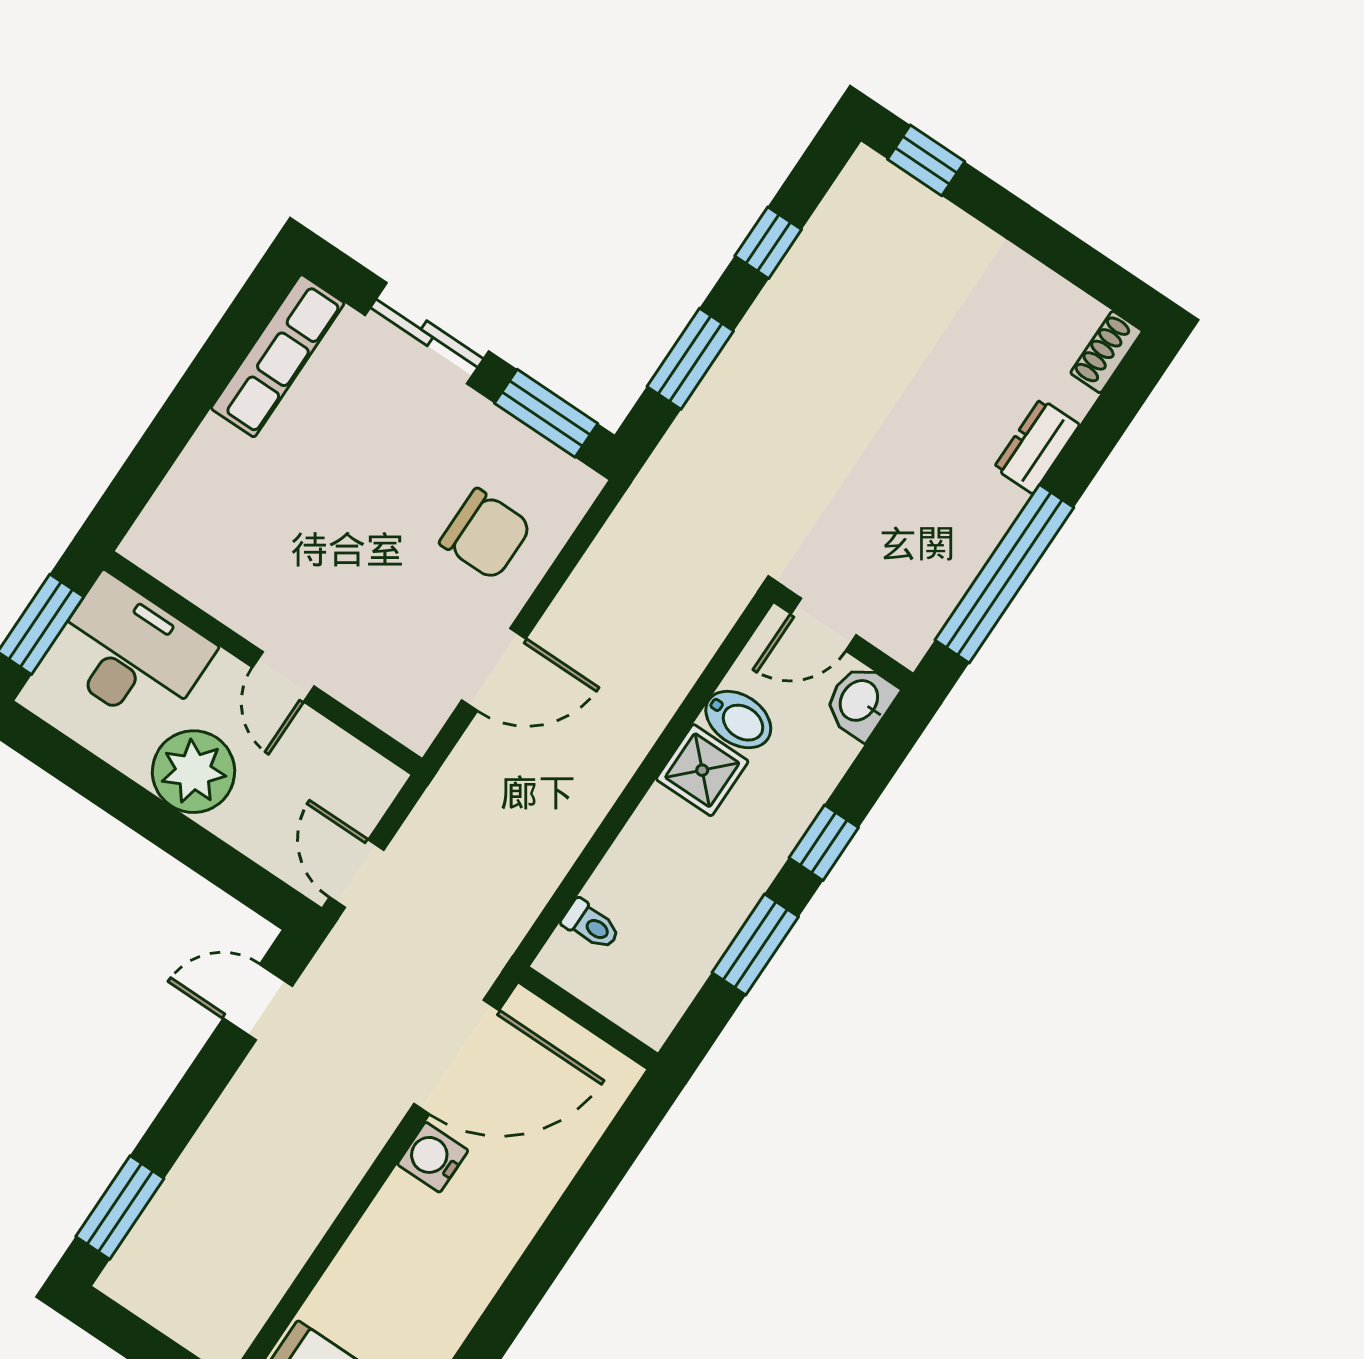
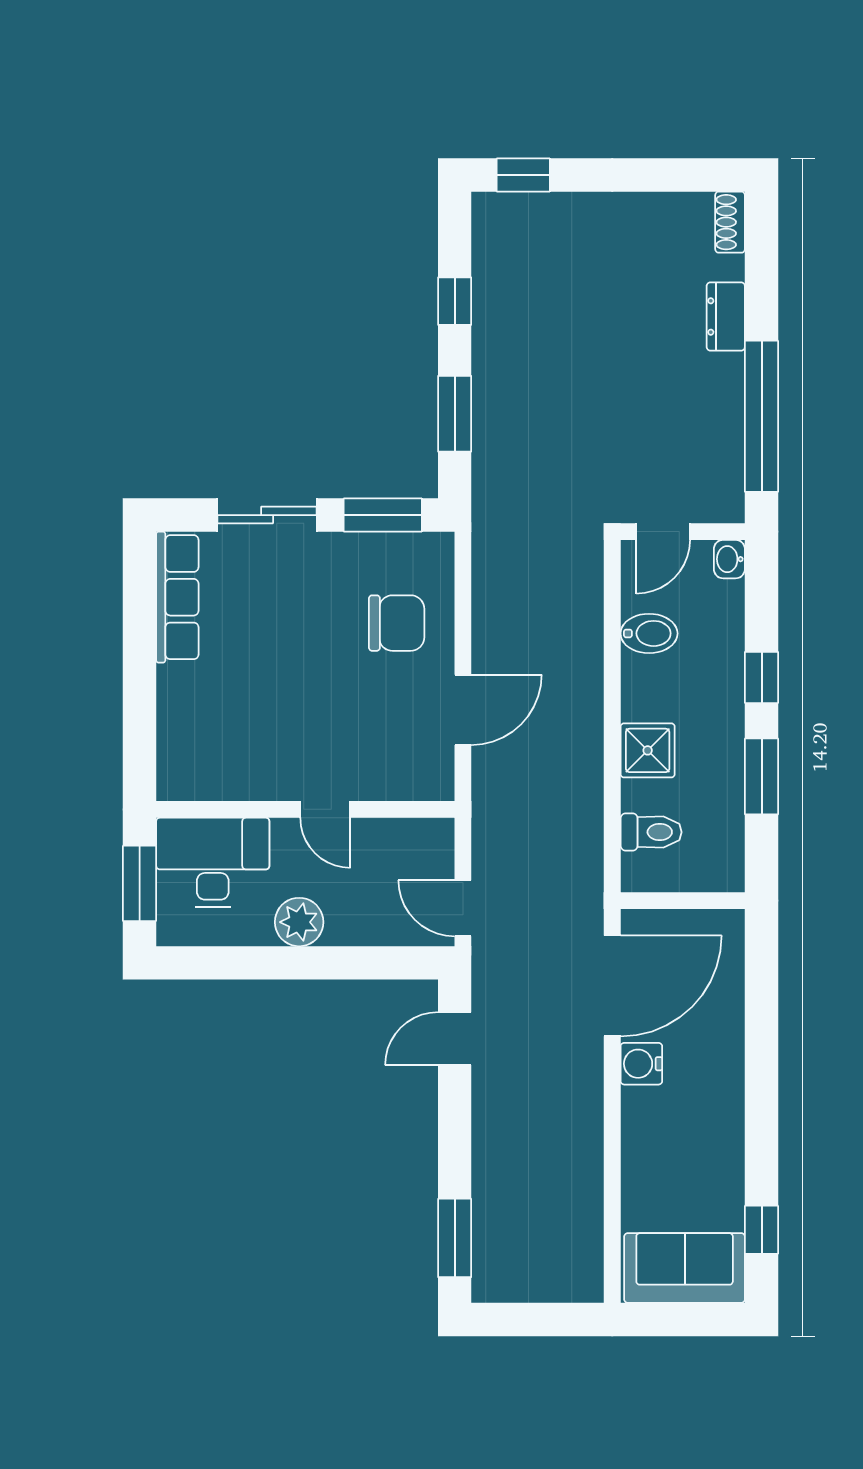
washbasin: (860, 701) -> (729, 559), width x0.72, depth x0.69
shower: (702, 770) -> (648, 750), moved
plant: (194, 772) -> (299, 922), width x0.73, depth x0.73
toilet: (591, 925) -> (651, 832), width x1.37, depth x1.39

